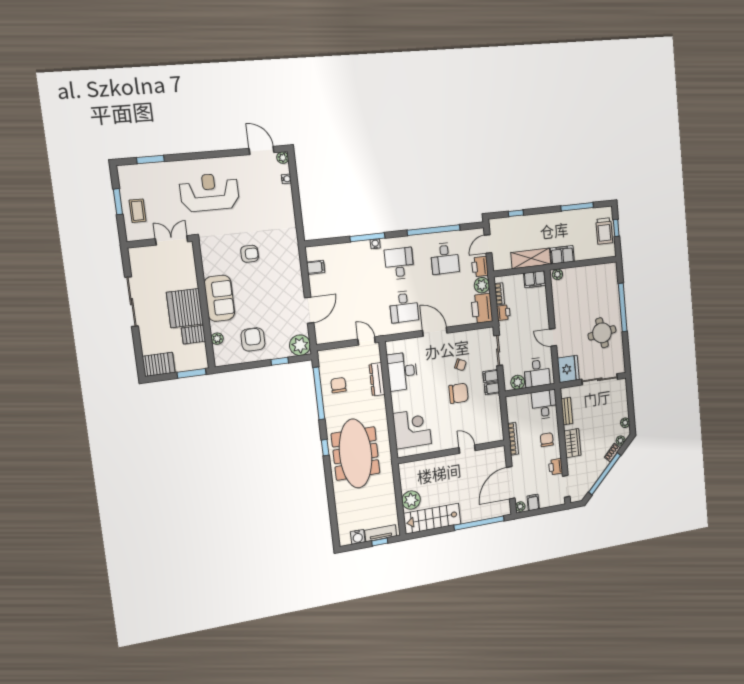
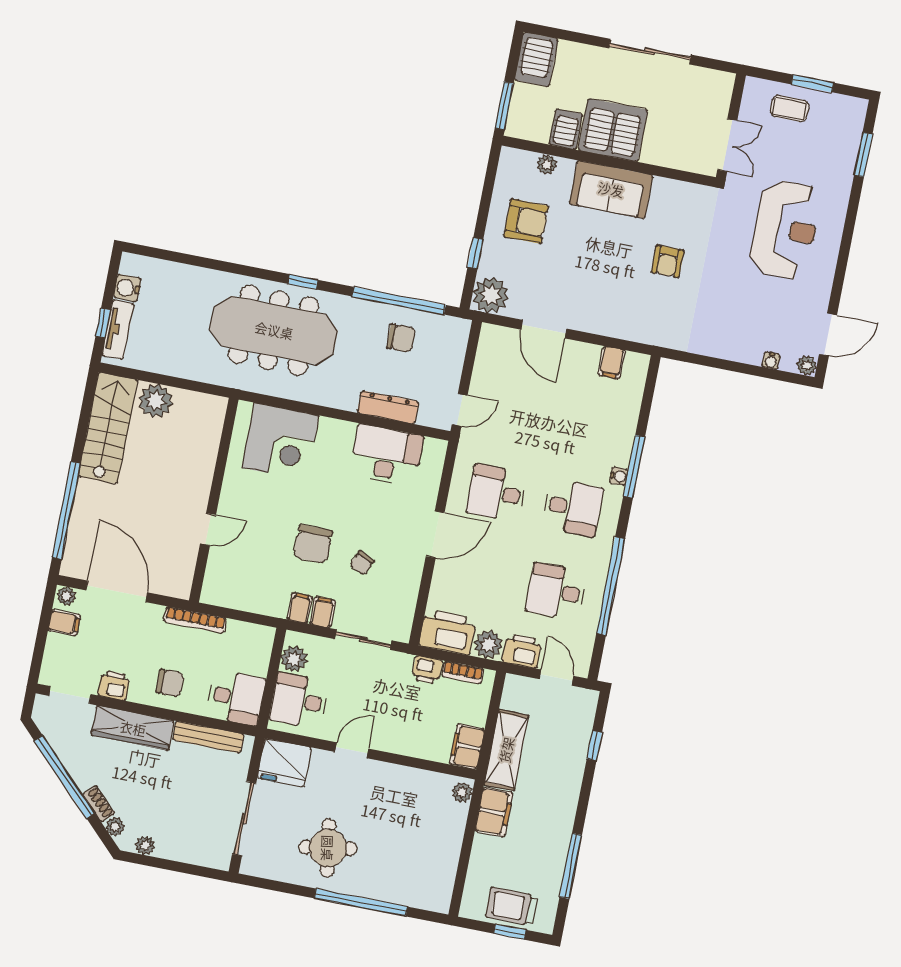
bench: (567, 411) -> (208, 737), width x1.36
wardrobe: (572, 443) -> (133, 728), width x1.50

